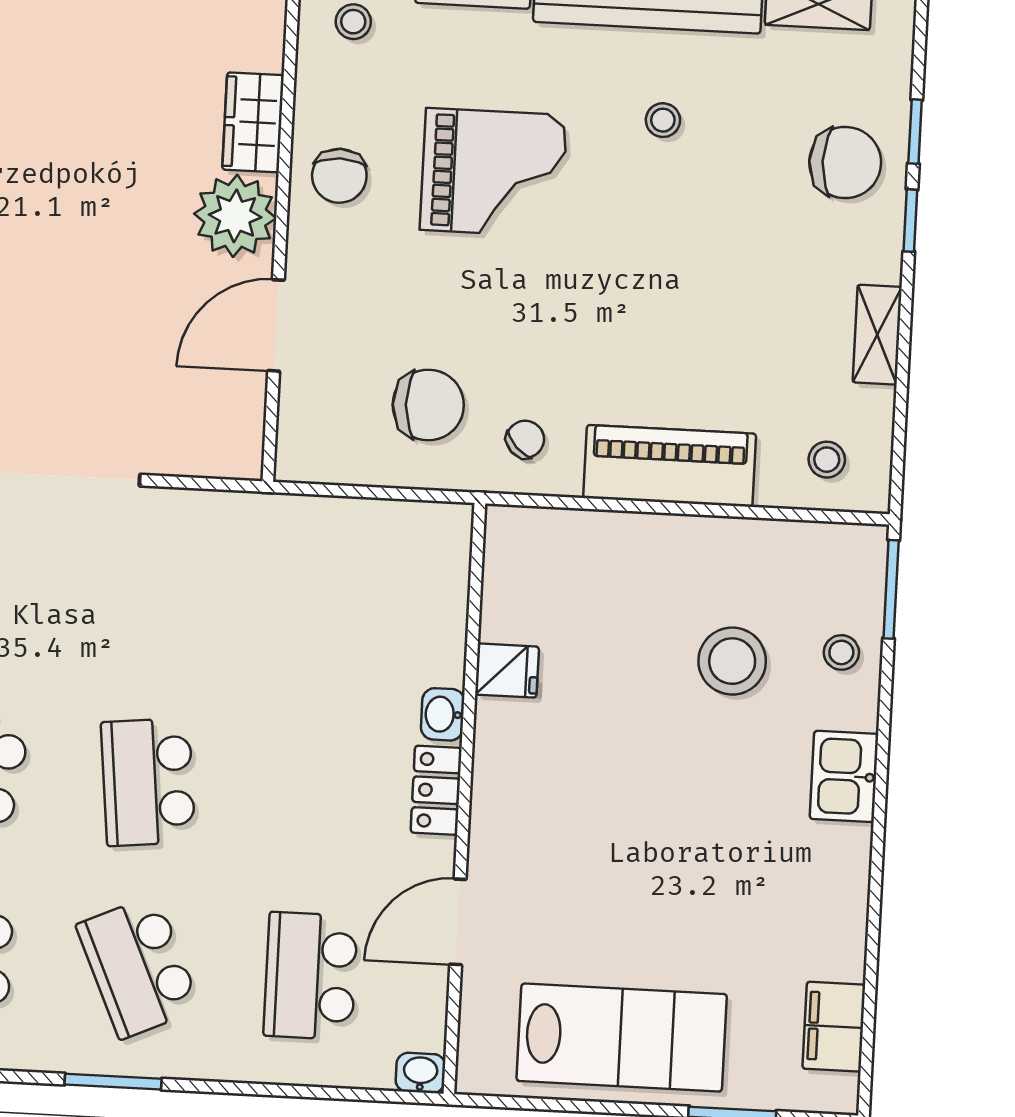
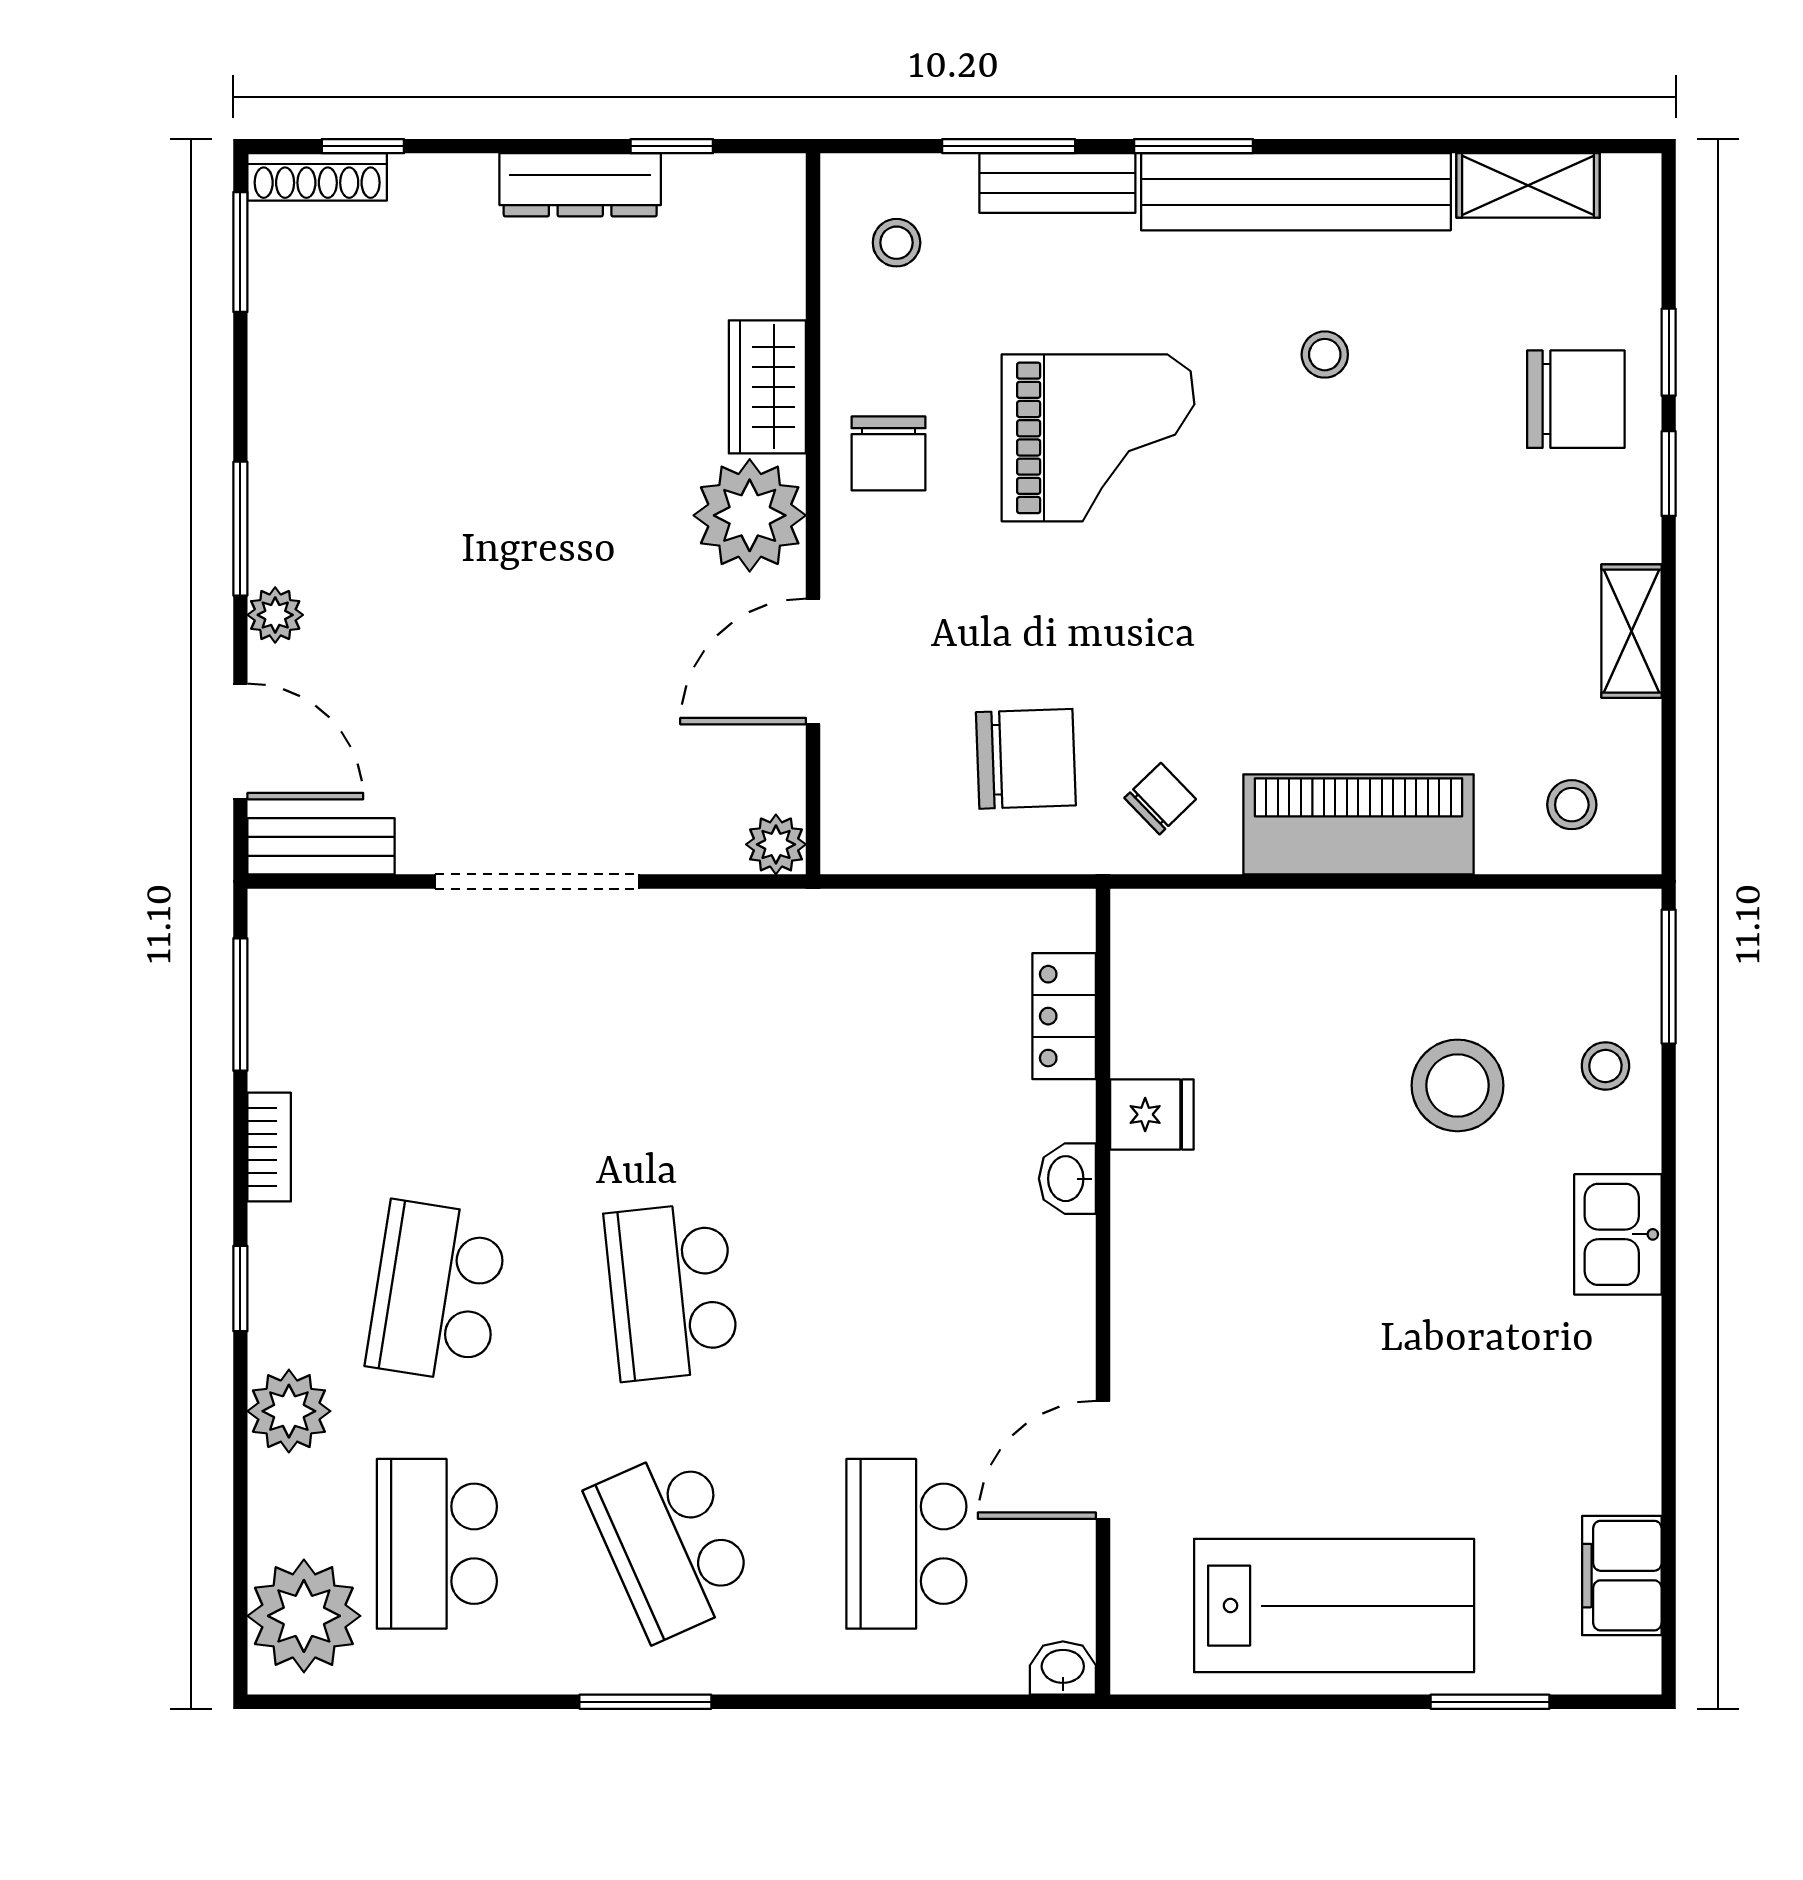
plant: (242, 458) -> (776, 844), added
locker: (436, 790) -> (1064, 1016), moved

